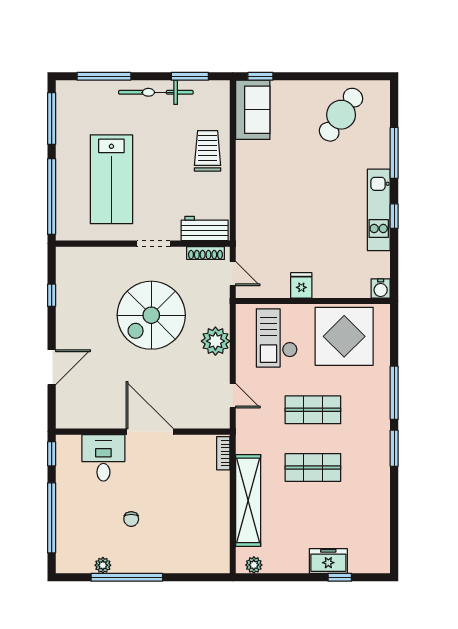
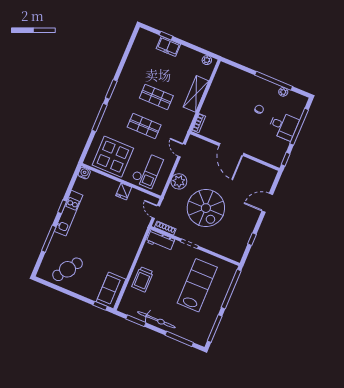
spiral stairs: (151, 315) -> (206, 208), turned 90
desk: (103, 458) -> (283, 126), moved, turned -90
shelving: (248, 500) -> (196, 94), width x0.68

